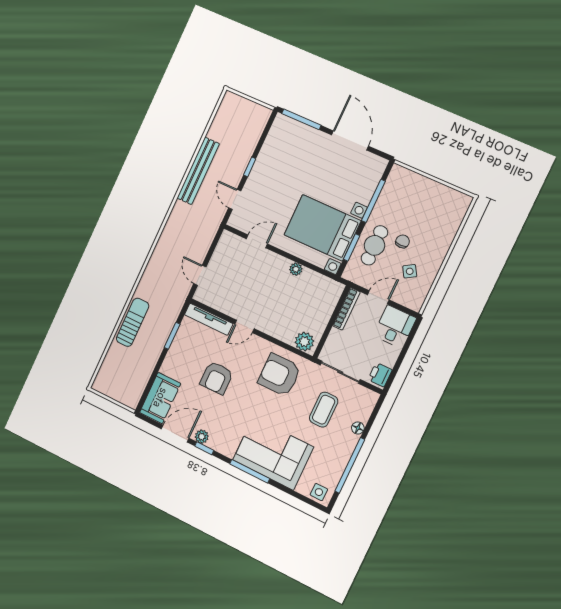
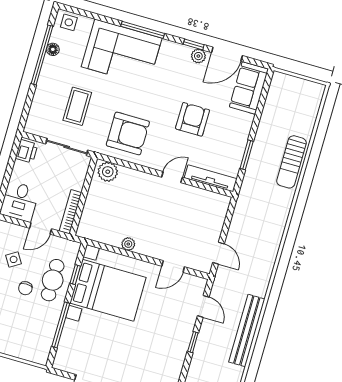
window: (352, 247) -> (75, 275), width x0.67
door: (200, 275) -> (218, 253), moved
floor lamp: (358, 428) -> (53, 49), moved

